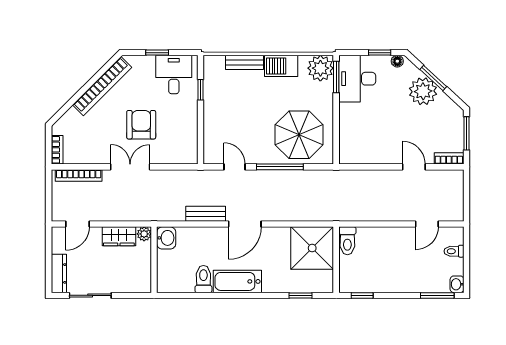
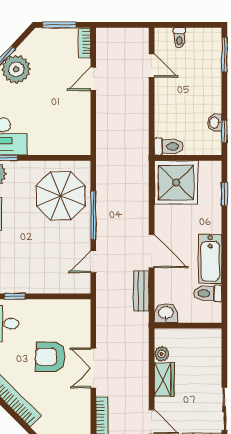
washbasin: (166, 238) -> (166, 313), moved
wall: (154, 260) -> (188, 326), moved
washbasin: (457, 284) -> (215, 123), moved, turned 90

